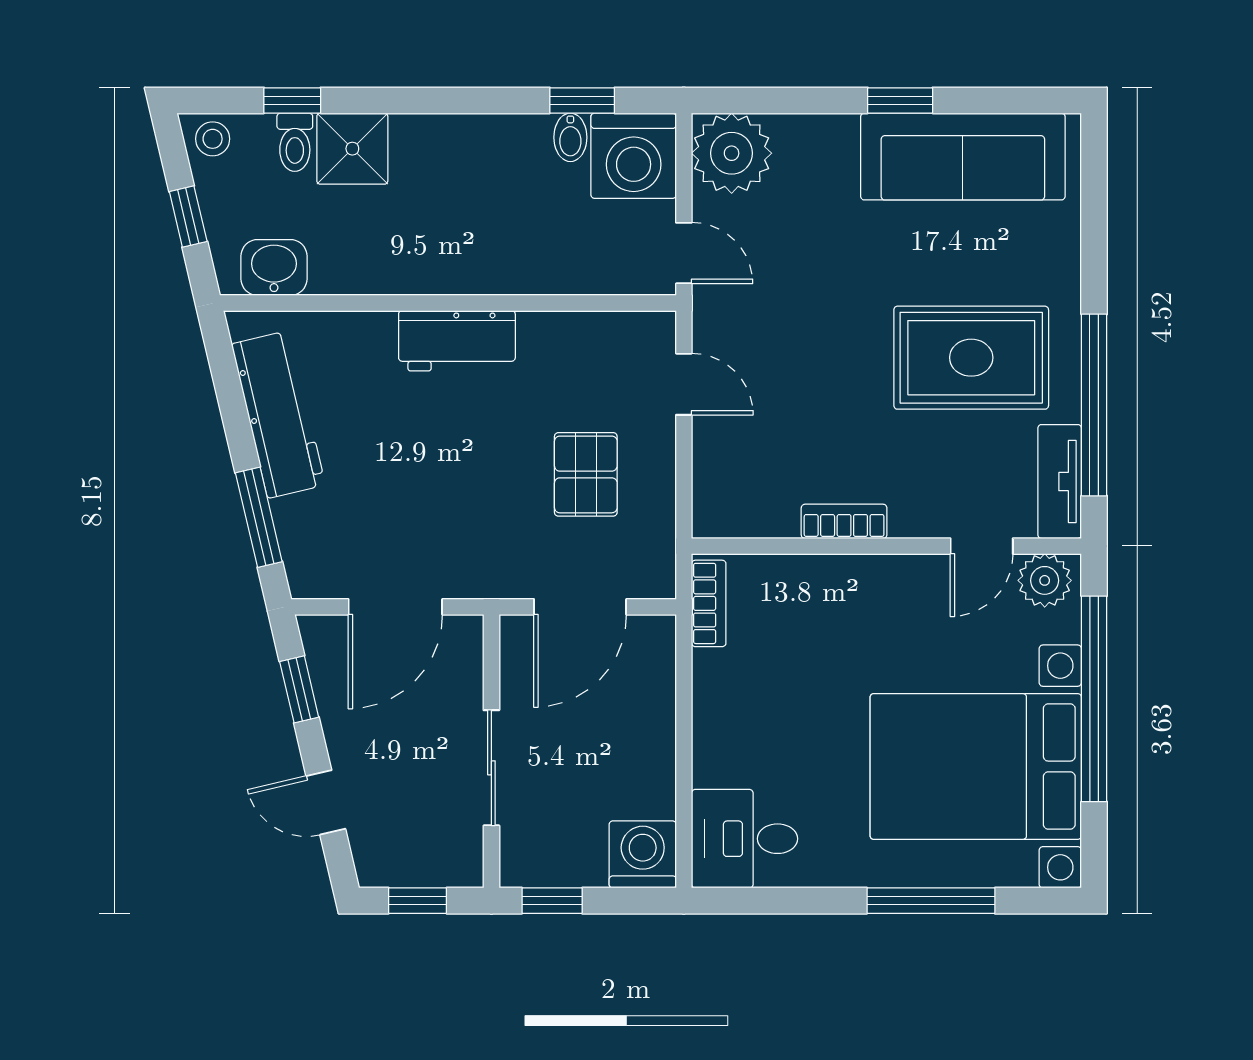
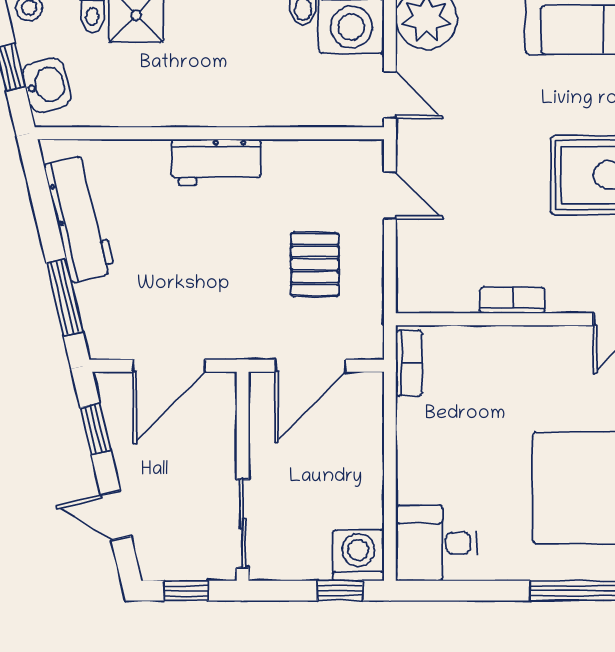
washbasin: (274, 267) -> (47, 85), moved, turned 77
sliding door: (491, 768) -> (243, 523), moved
window: (552, 901) -> (340, 591), moved

